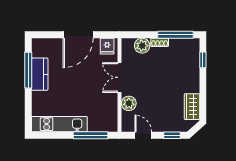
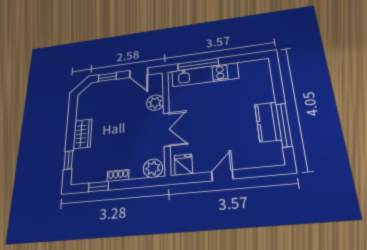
door: (78, 35) -> (222, 175), width x0.53
window: (175, 35) -> (99, 187), width x0.46
plant: (142, 46) -> (153, 168), moved
wardrobe: (192, 107) -> (83, 134), moved
kitchen unit: (59, 124) -> (205, 75), moved

